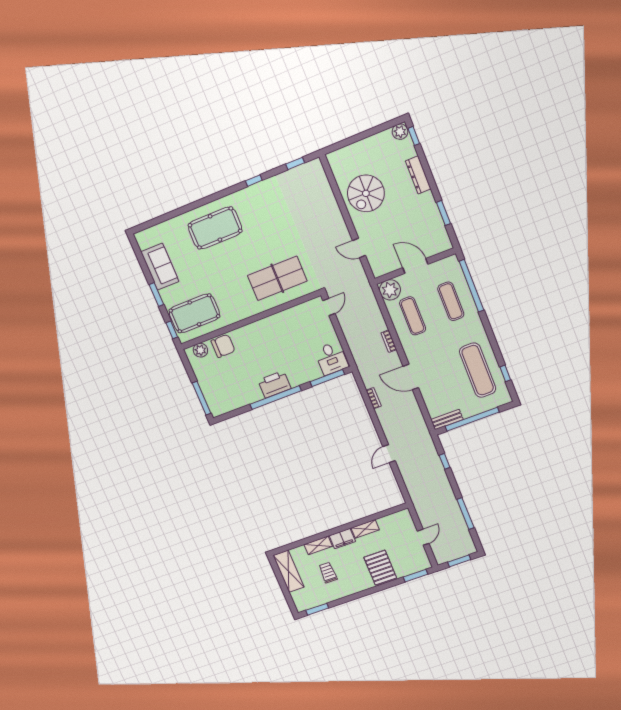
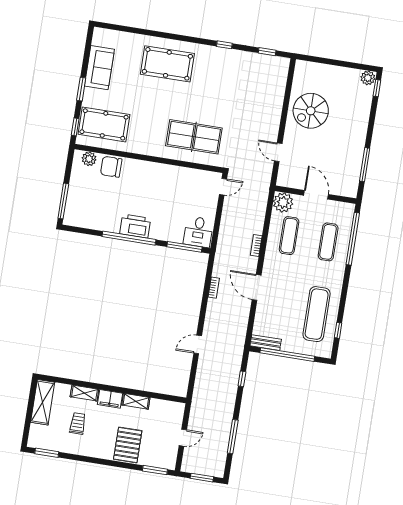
dresser: (418, 175) -> (362, 121), removed
window: (443, 213) -> (365, 165), width x1.44
chair: (223, 346) -> (111, 167), turned 180

